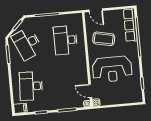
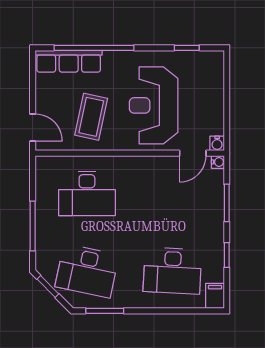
door: (96, 10) -> (33, 128), hinge flipped
desk: (27, 44) -> (87, 271), turned 36
reception desk: (112, 69) -> (154, 105), turned 180

